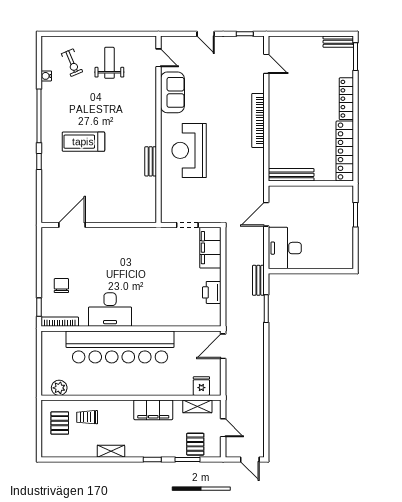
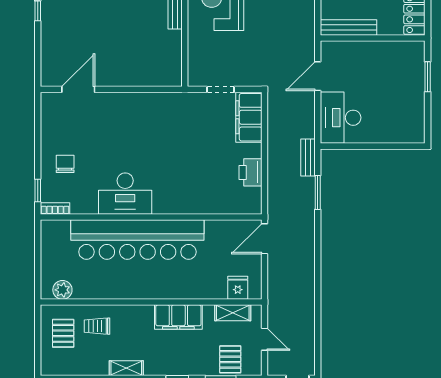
bookcase: (60, 322) -> (55, 208), width x0.64

